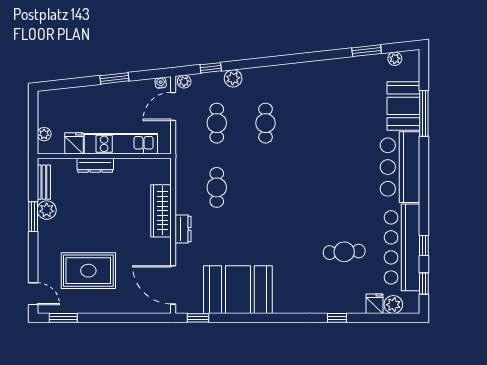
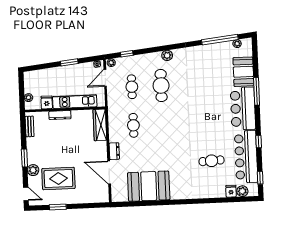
window: (367, 51) -> (220, 40), width x2.11
plant: (233, 78) -> (167, 55), moved
window: (424, 113) -> (257, 91), moved
cafe table: (266, 123) -> (161, 86), width x1.37, depth x1.35
plant: (47, 210) -> (33, 170), moved
wardrobe: (161, 211) -> (100, 125), moved
window: (33, 217) -> (24, 158), moved
window: (424, 245) -> (259, 142), moved
door: (173, 285) -> (109, 173), moved
window: (63, 318) -> (58, 207), moved
window: (198, 318) -> (125, 204), removed
window: (337, 318) -> (209, 201), removed

